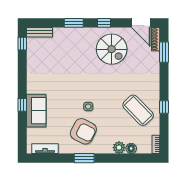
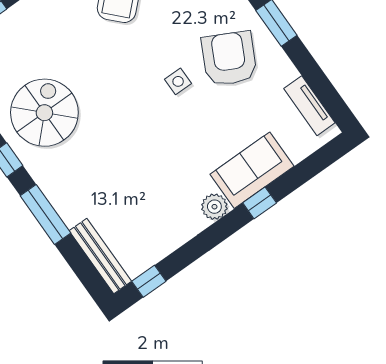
window: (74, 23) -> (45, 214), width x1.44
bench: (40, 32) -> (100, 256), width x1.36
plant: (33, 87) -> (214, 207), added

